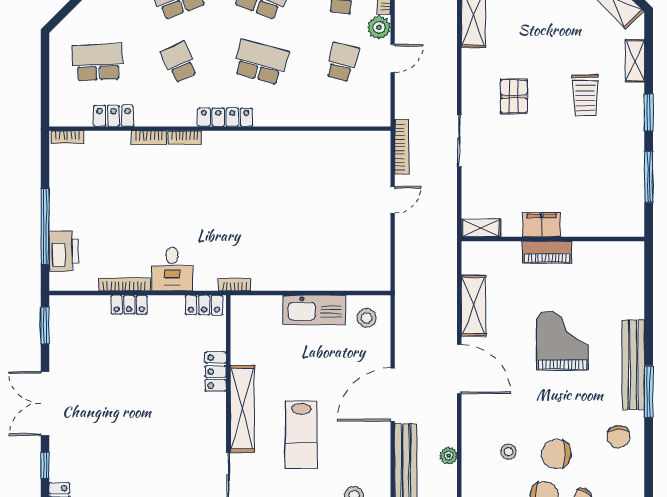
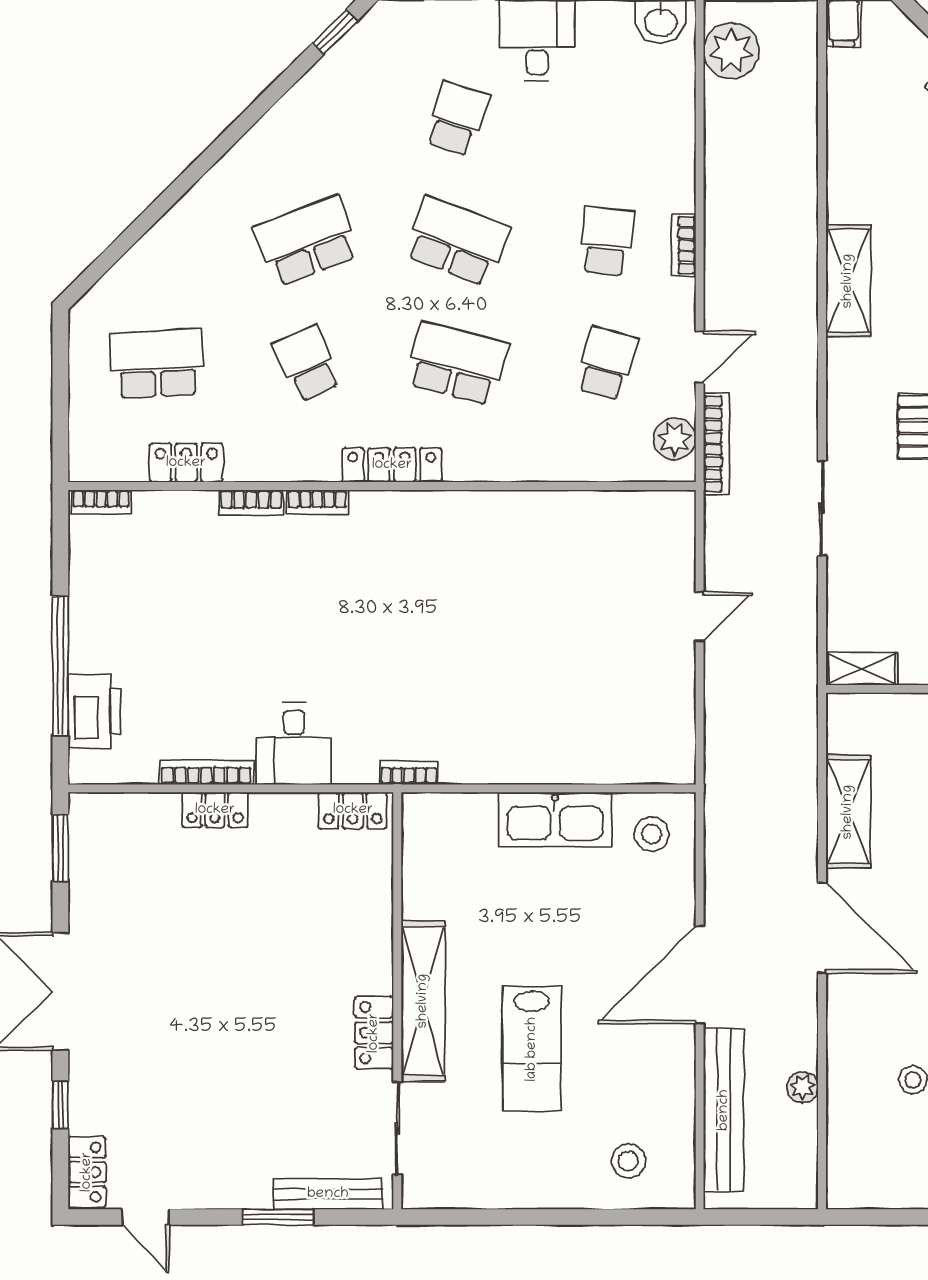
plant: (379, 27) -> (675, 439), moved
bookcase: (402, 147) -> (716, 444), moved
locker: (216, 372) -> (374, 1033), moved

